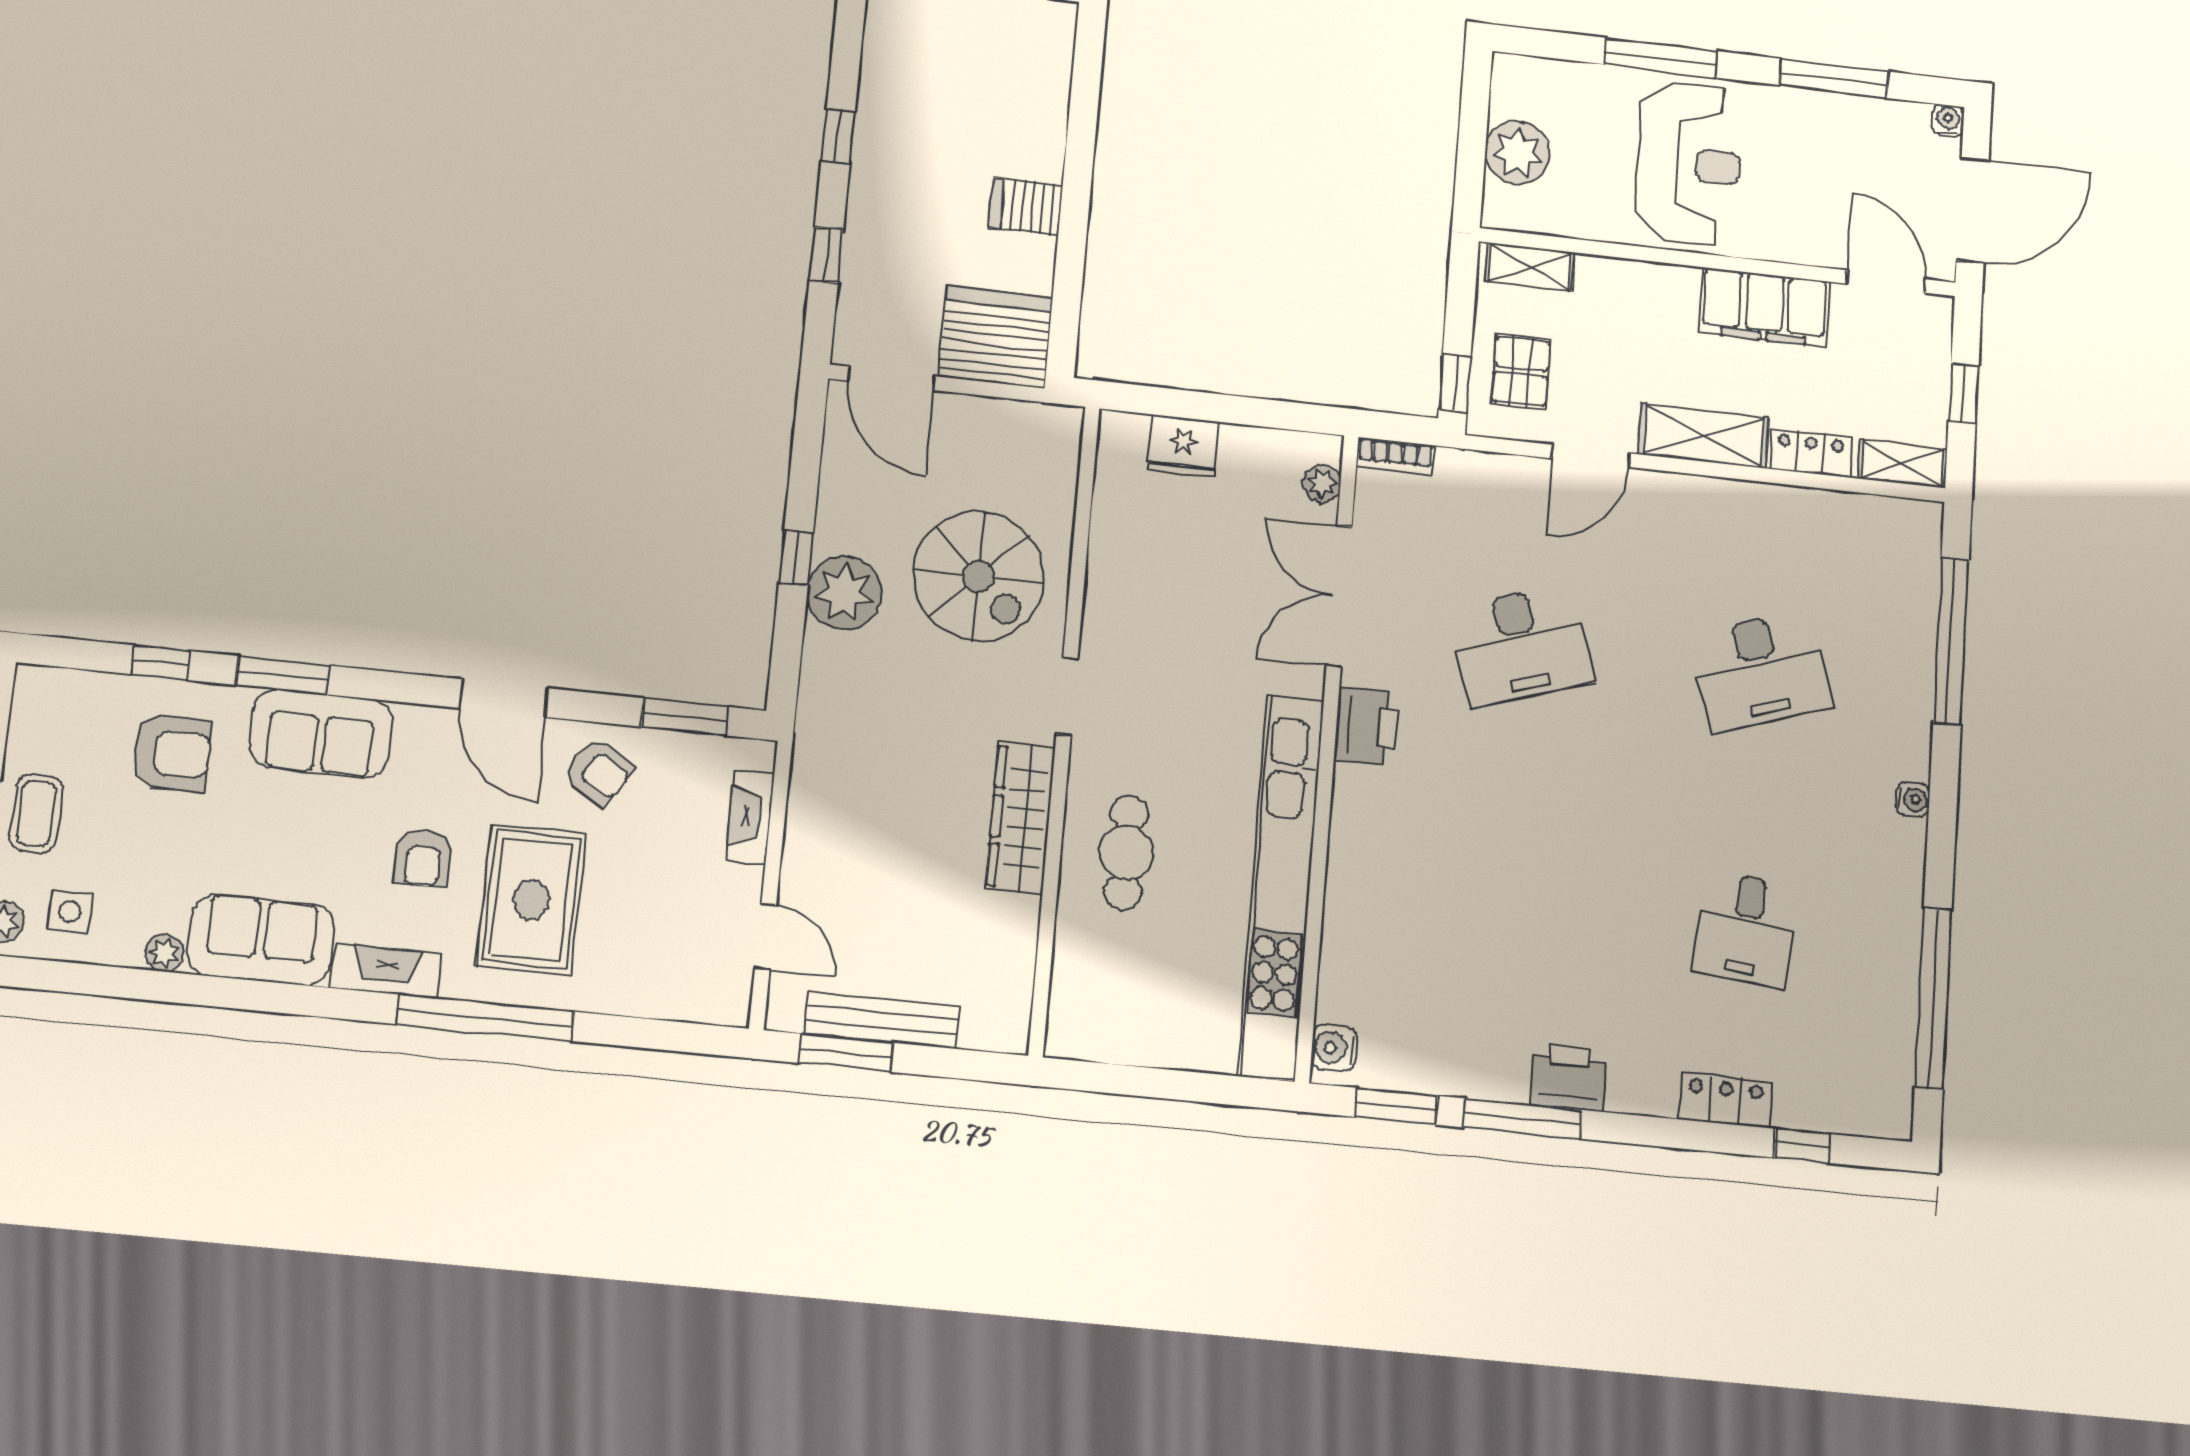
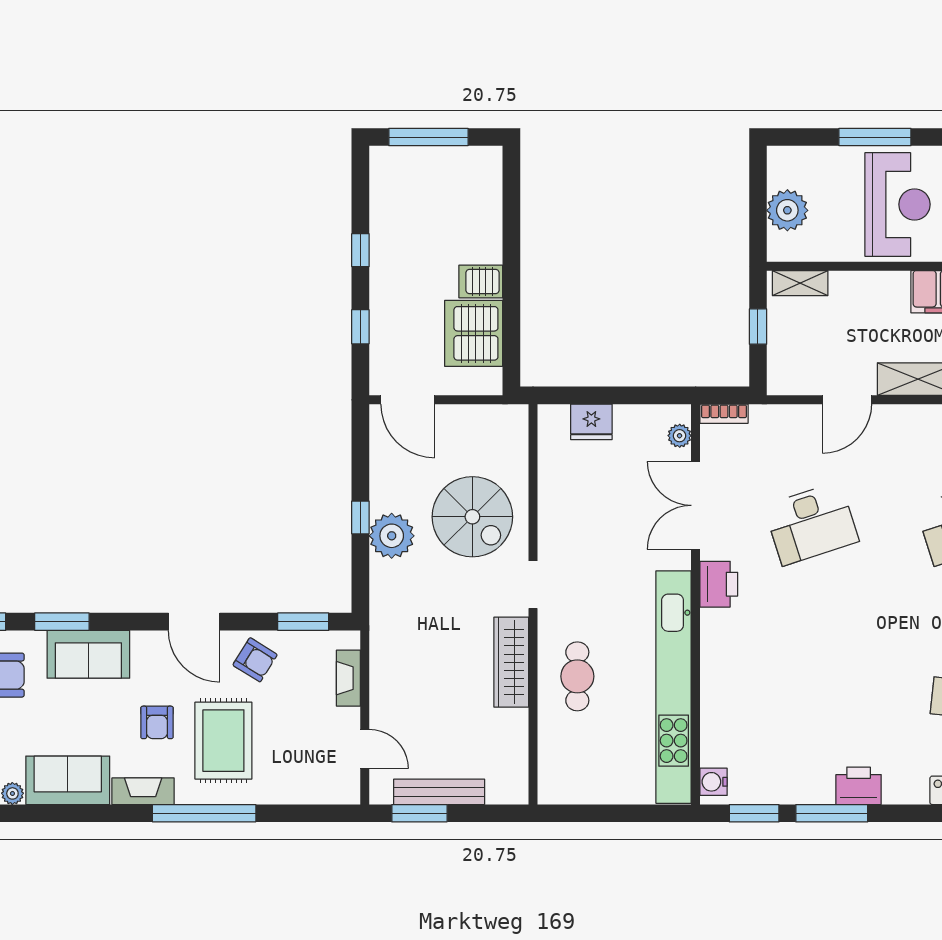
server rack: (996, 337) -> (474, 333), moved, turned -90
pallet: (1521, 371) -> (799, 351), removed
window: (1455, 383) -> (758, 327), moved

